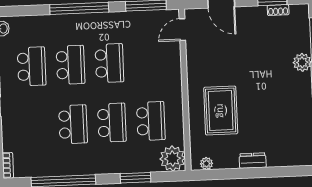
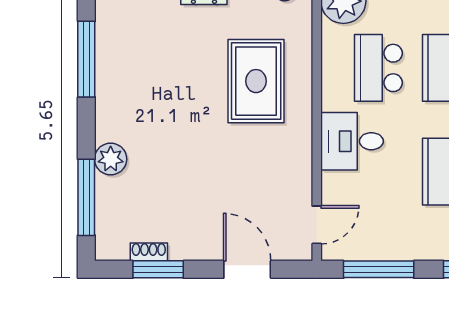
desk: (164, 78) -> (352, 141), added

